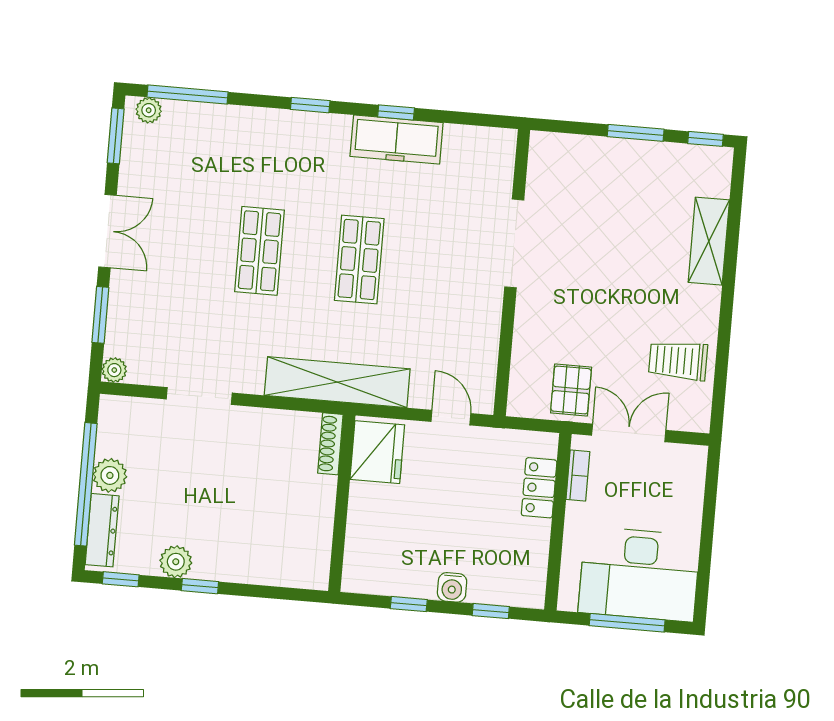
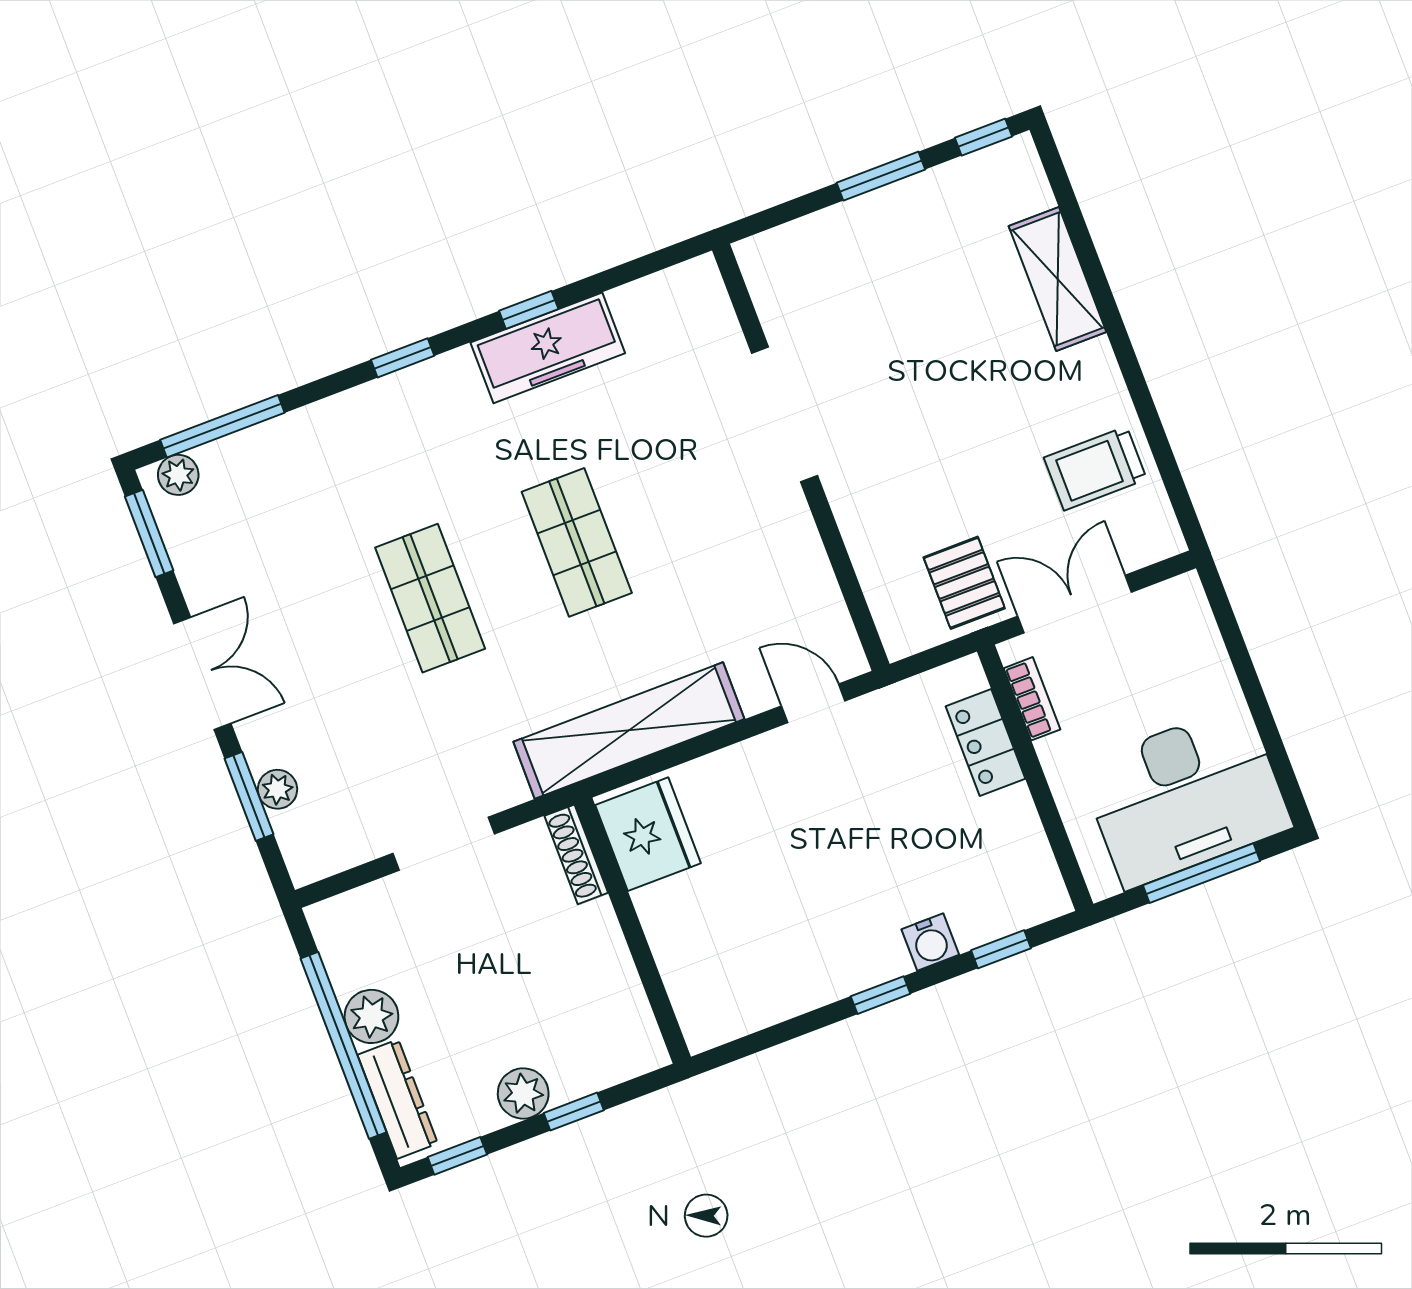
plant: (114, 370) -> (277, 789), moved
shoe rack: (330, 444) -> (576, 854), moved
fridge: (377, 452) -> (648, 834), moved
wall: (342, 503) -> (633, 931), moved

